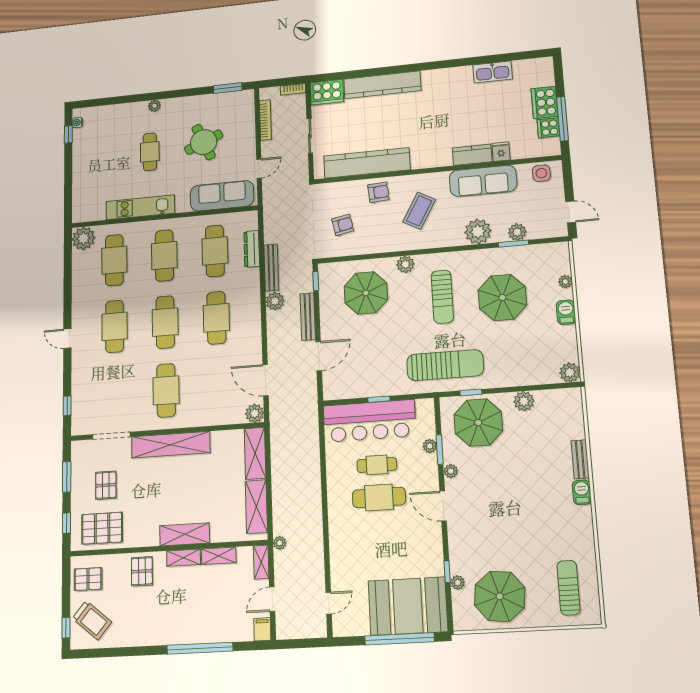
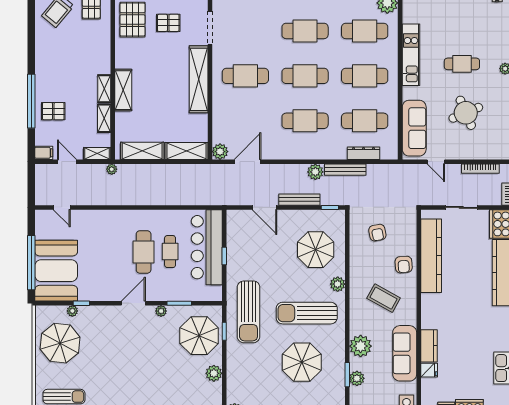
sun lounger: (442, 297) -> (307, 313), width x1.36, depth x1.34
plant: (430, 446) -> (183, 295), removed
pallet: (142, 571) -> (53, 111), moved

